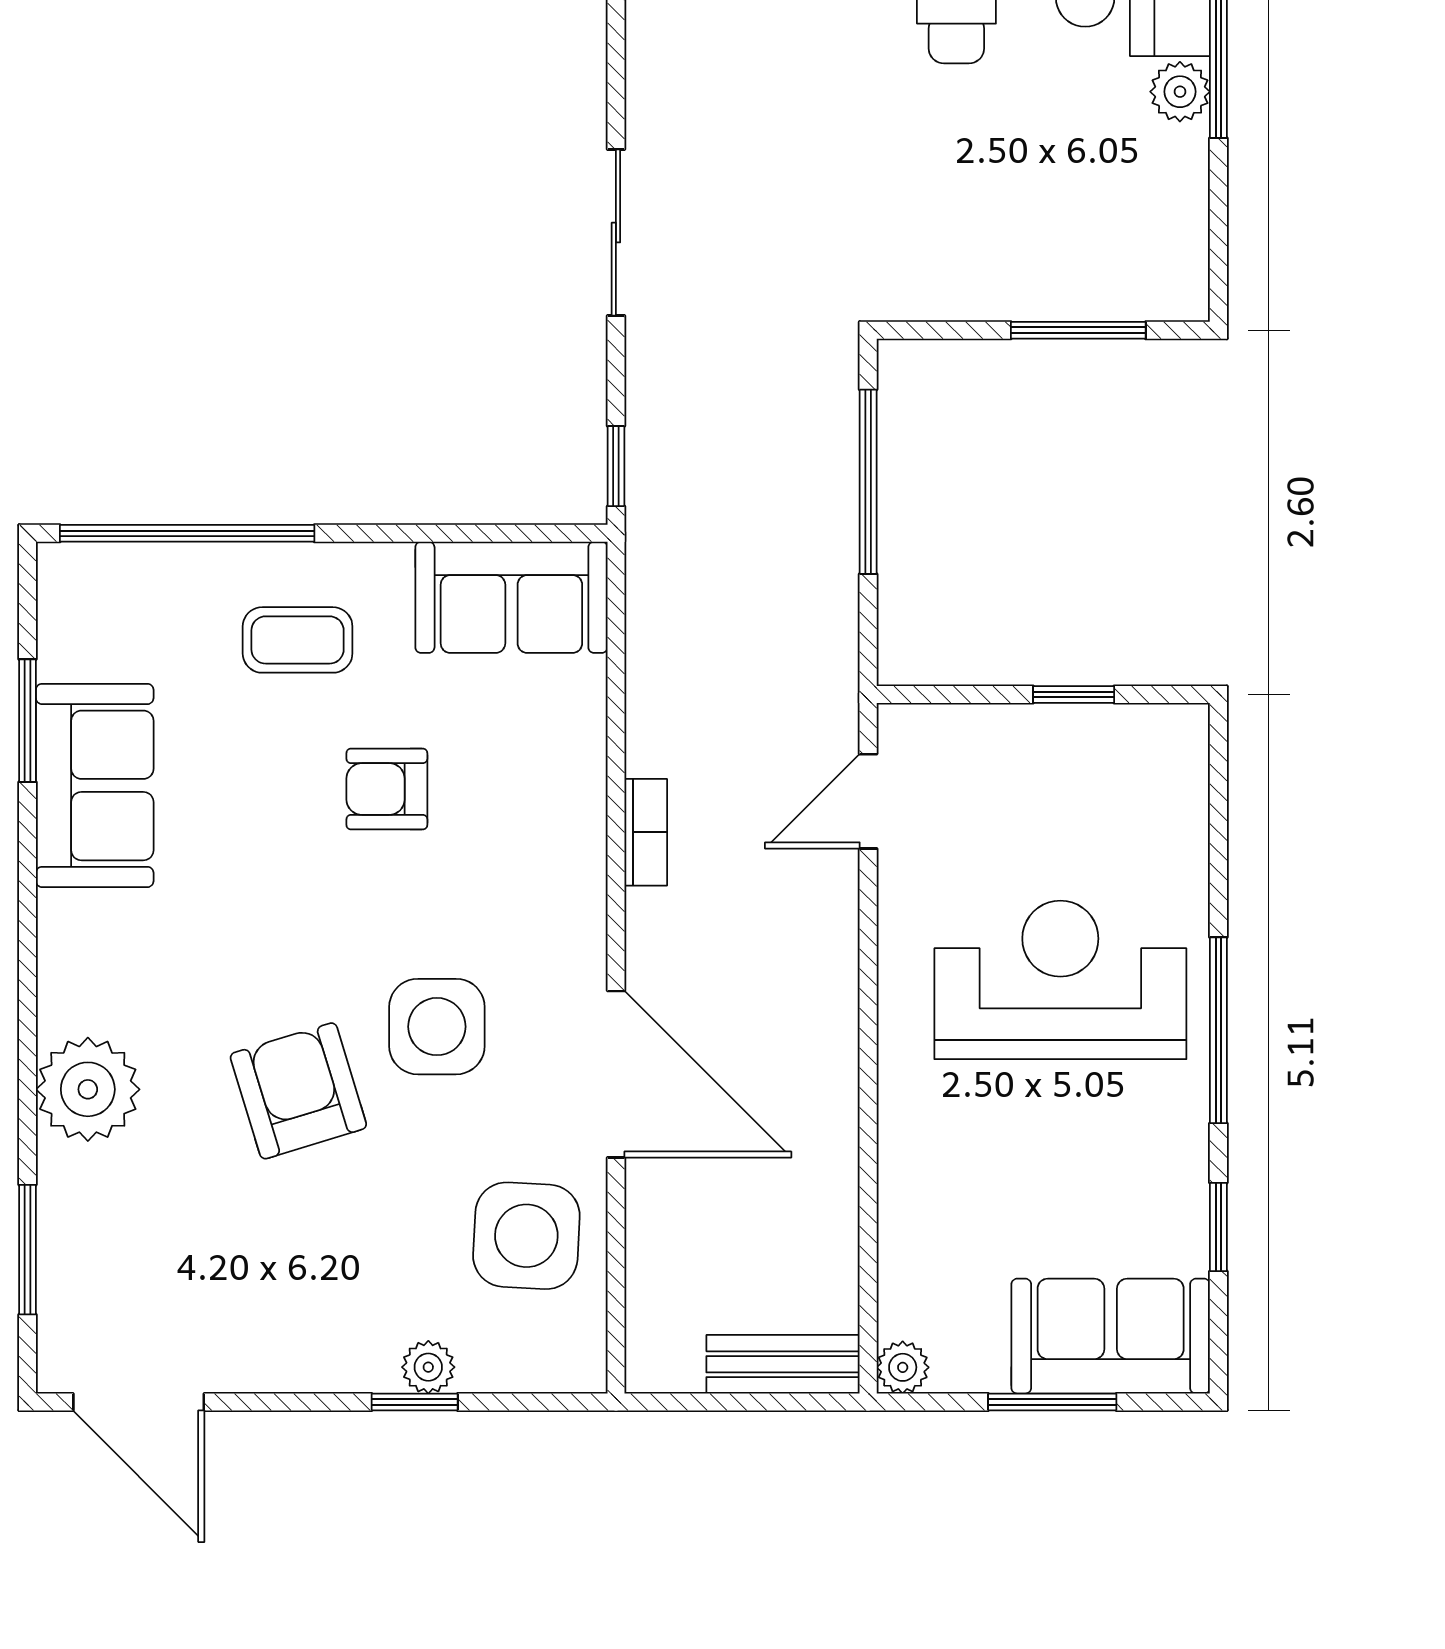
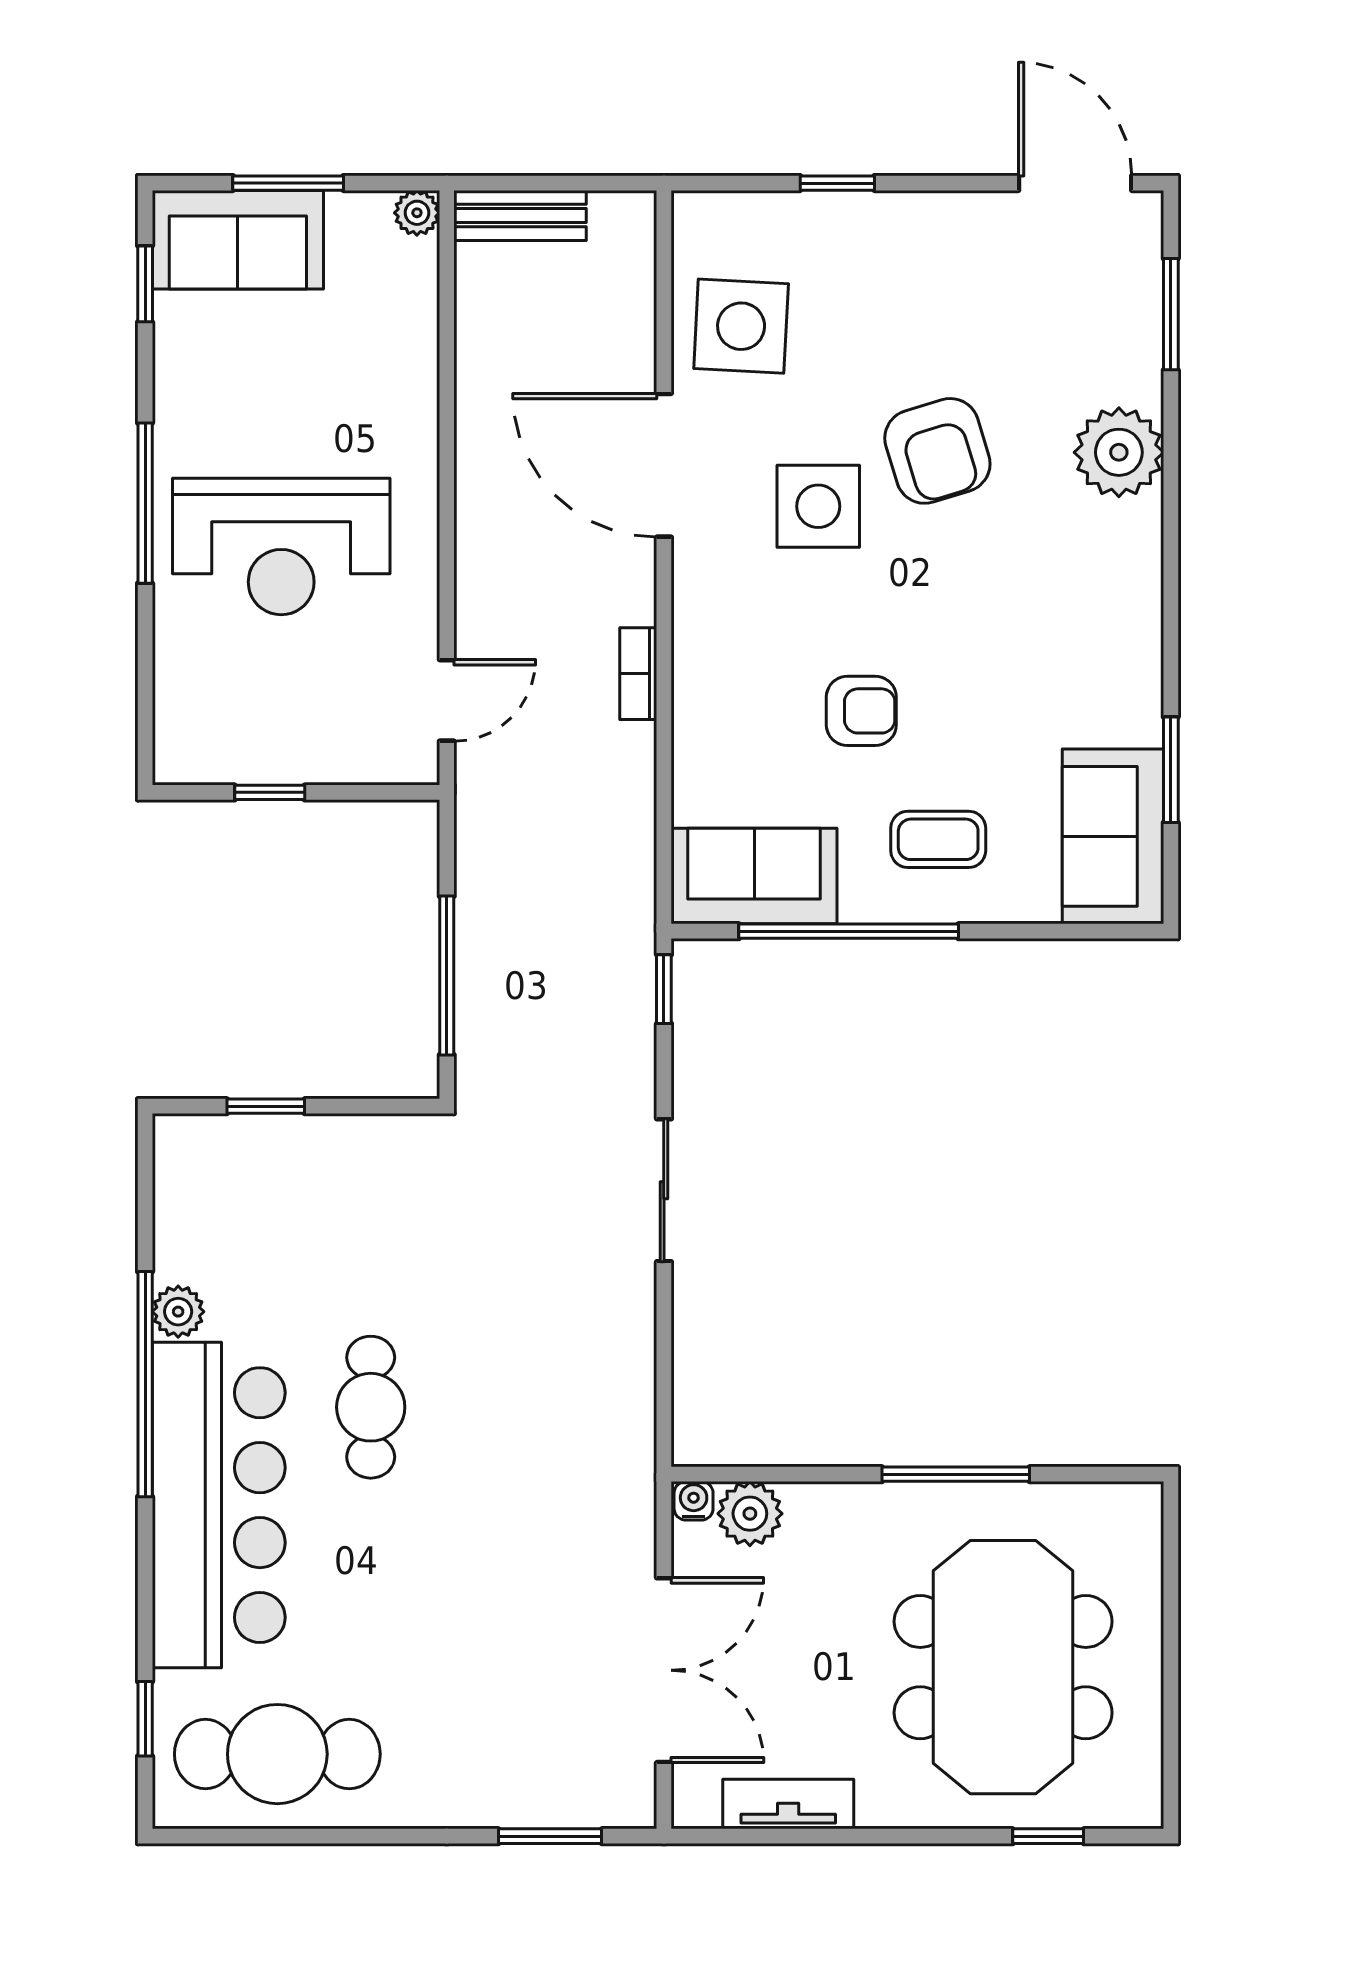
window: (1078, 330) -> (266, 1106), width x0.67
window: (187, 533) -> (849, 931), moved
sofa: (95, 785) -> (1113, 836), moved
window: (1218, 1227) -> (145, 284), moved
plant: (428, 1367) -> (826, 213), removed

